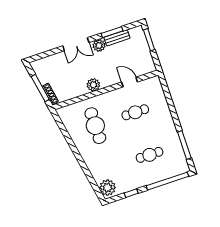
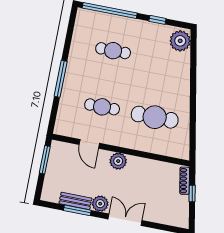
window: (149, 40) -> (45, 160), moved
plant: (93, 85) -> (118, 161), moved
window: (40, 88) -> (192, 193), width x0.46
cafe table: (95, 126) -> (155, 117), turned 90
window: (184, 145) -> (61, 79), moved

